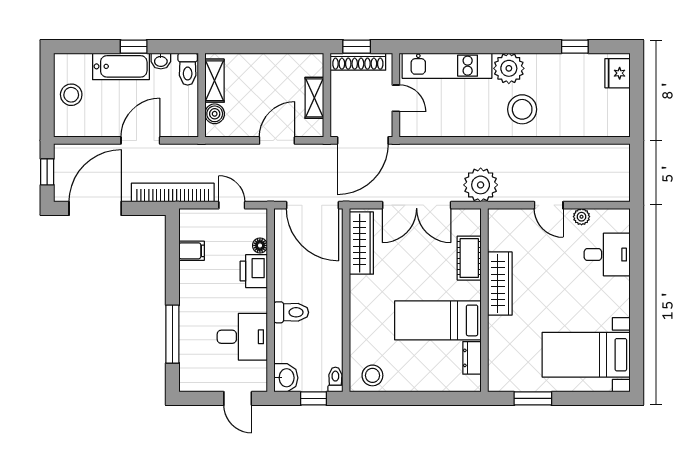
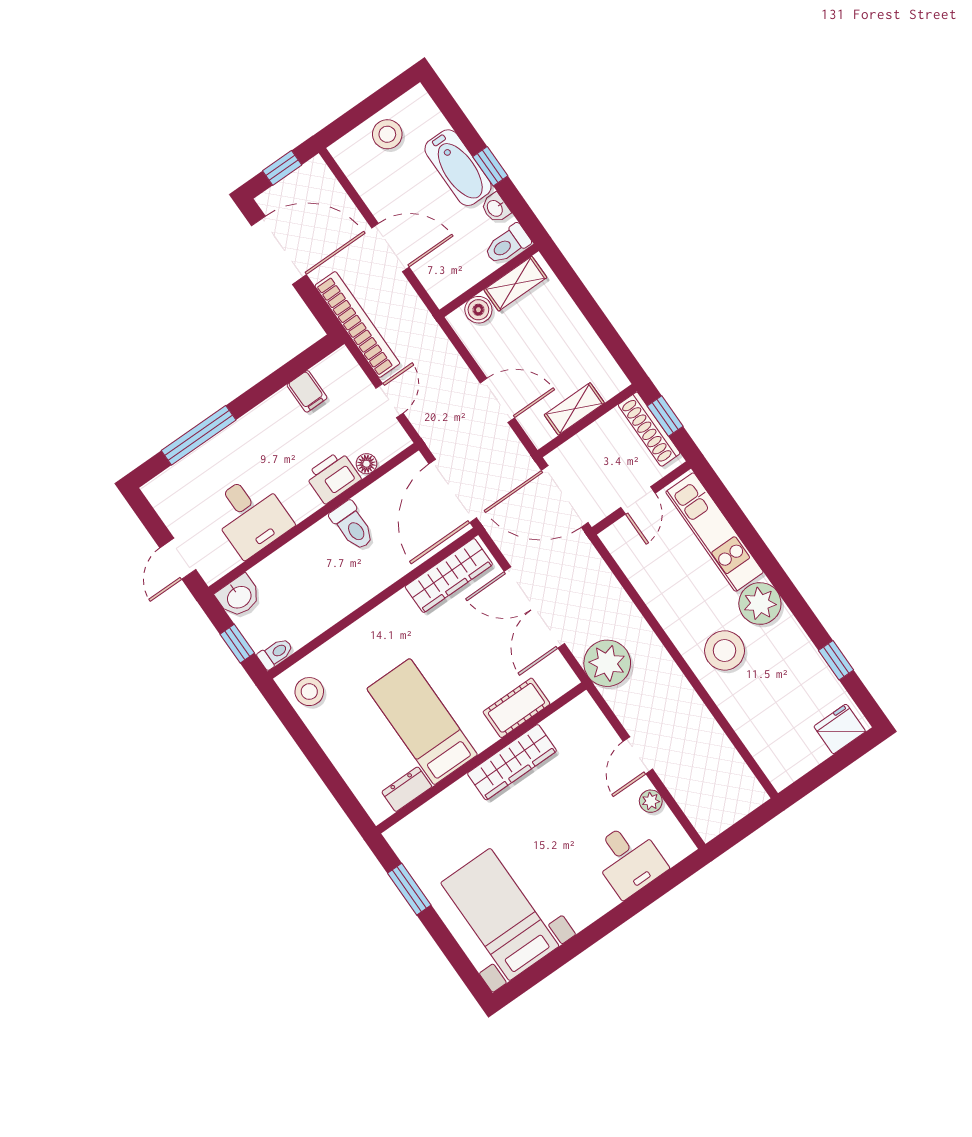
toilet: (291, 312) -> (352, 526), moved

